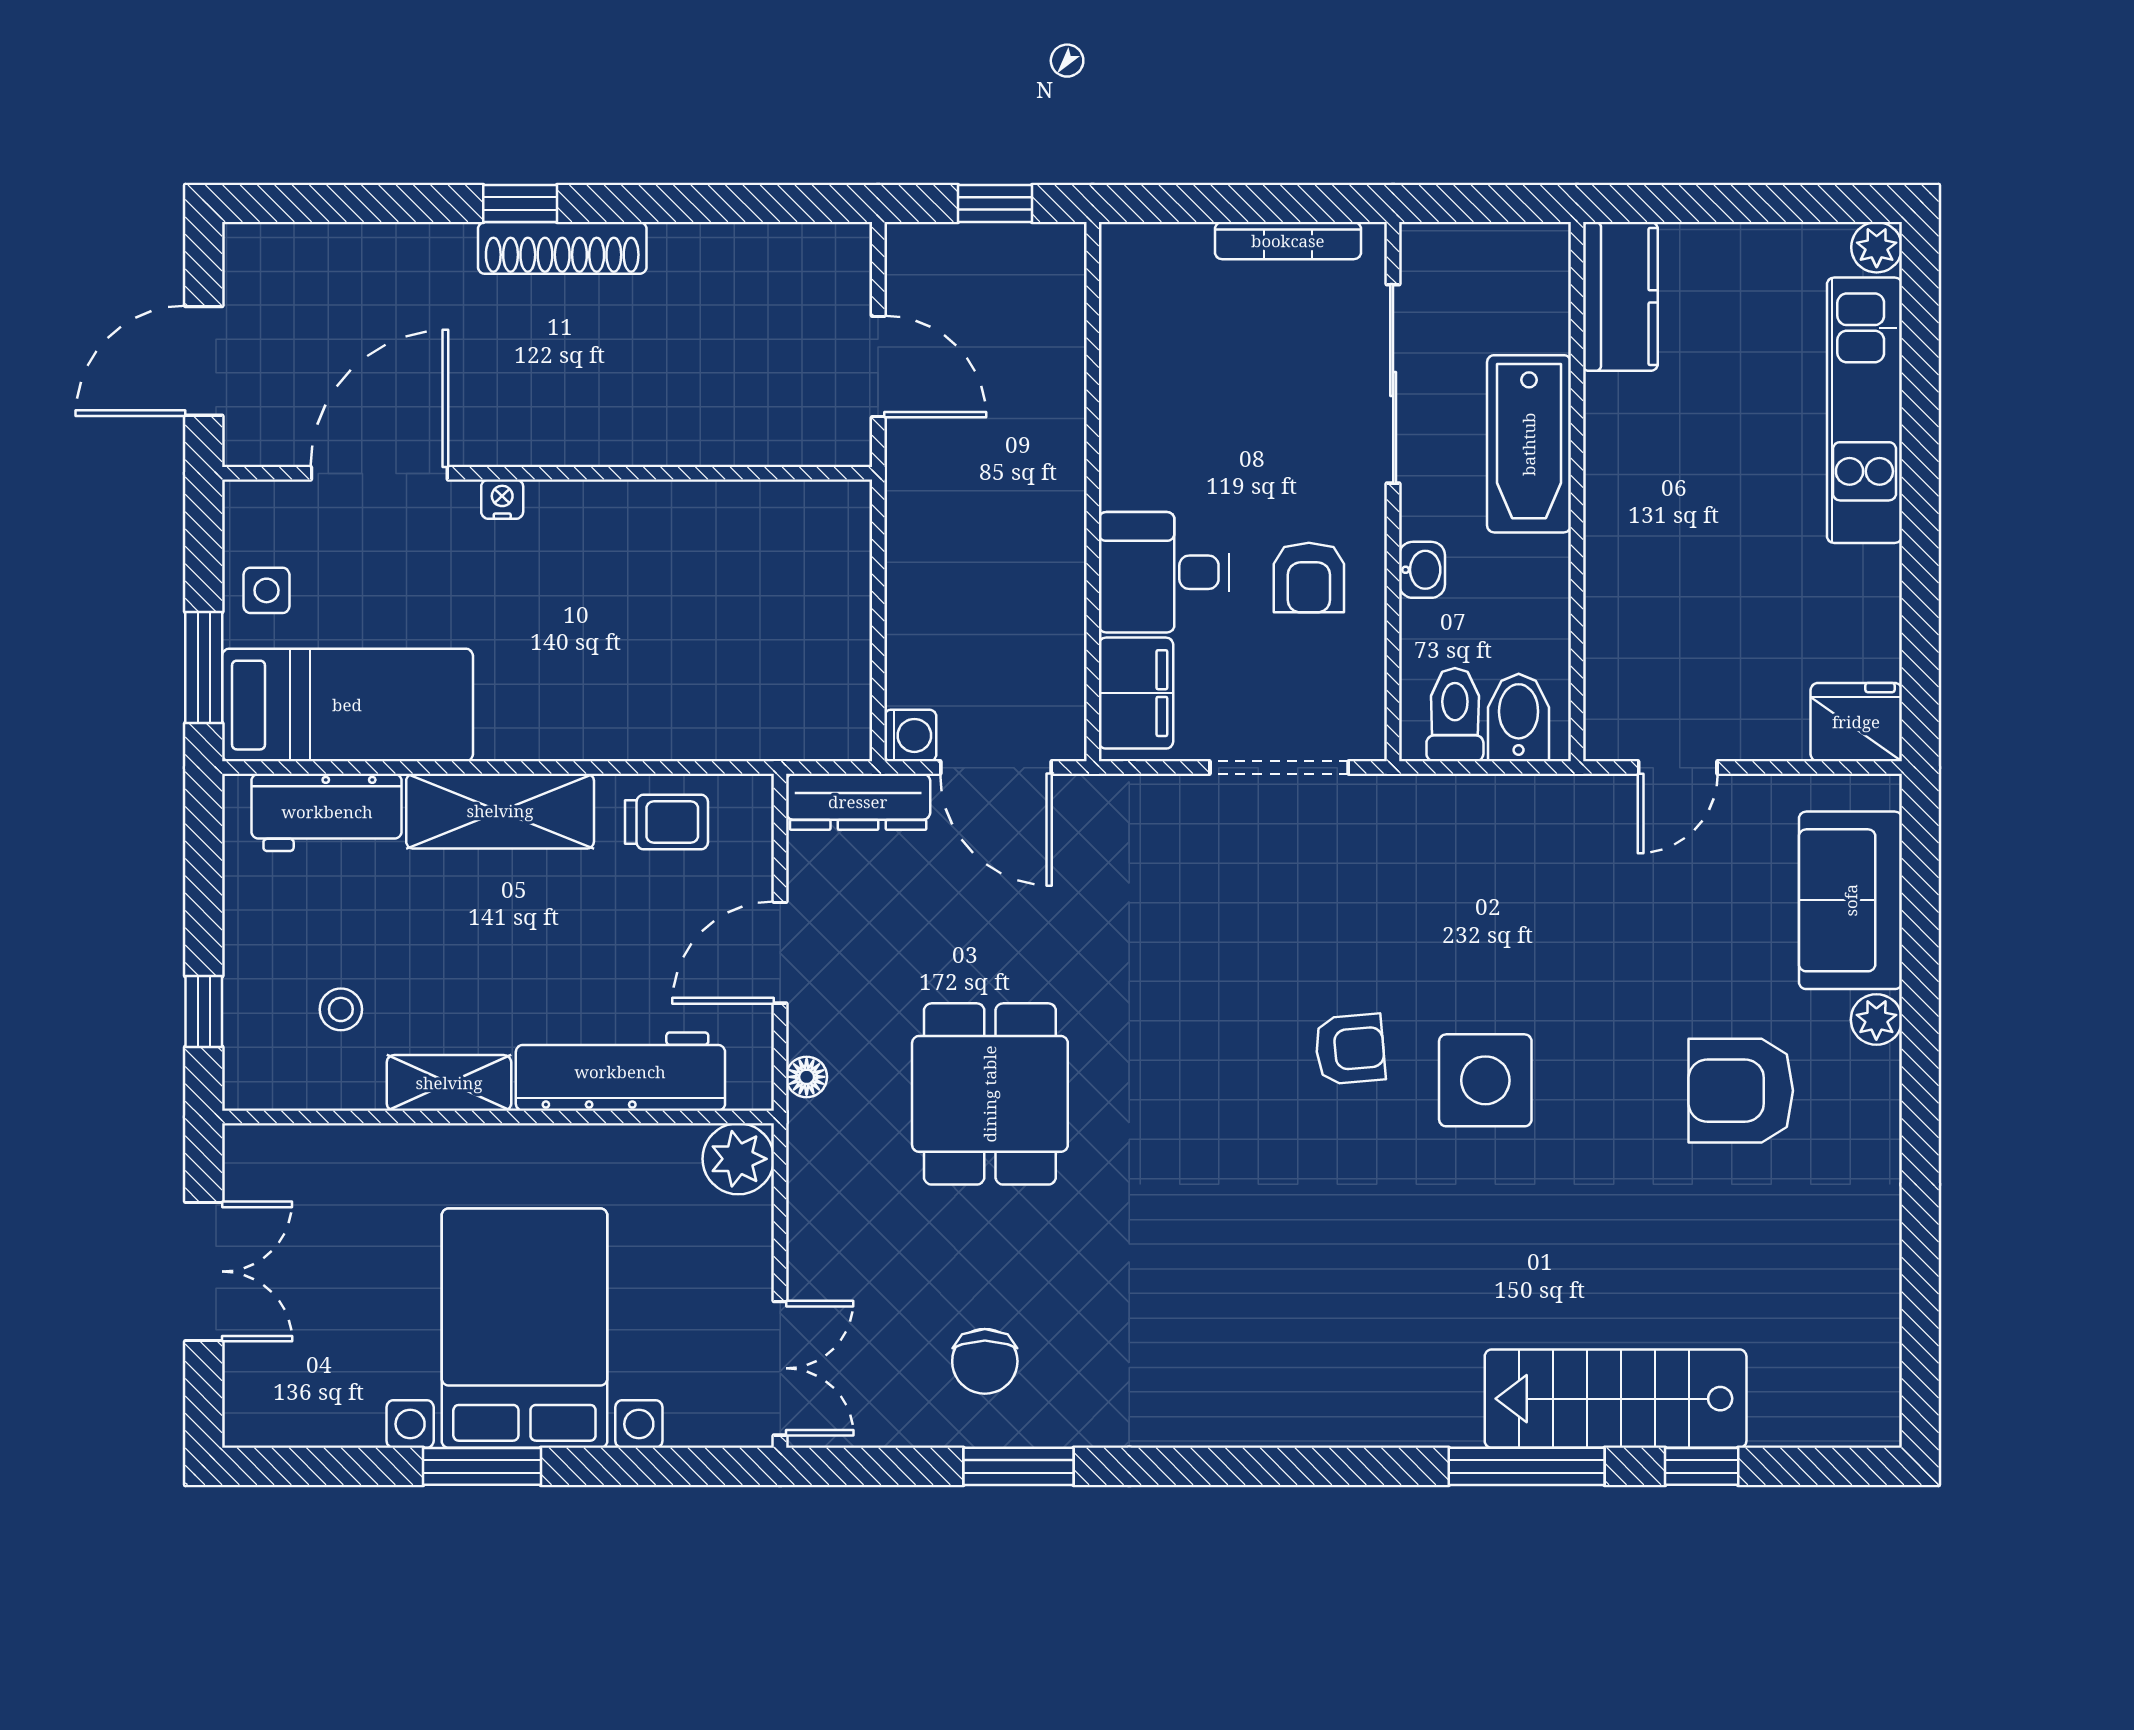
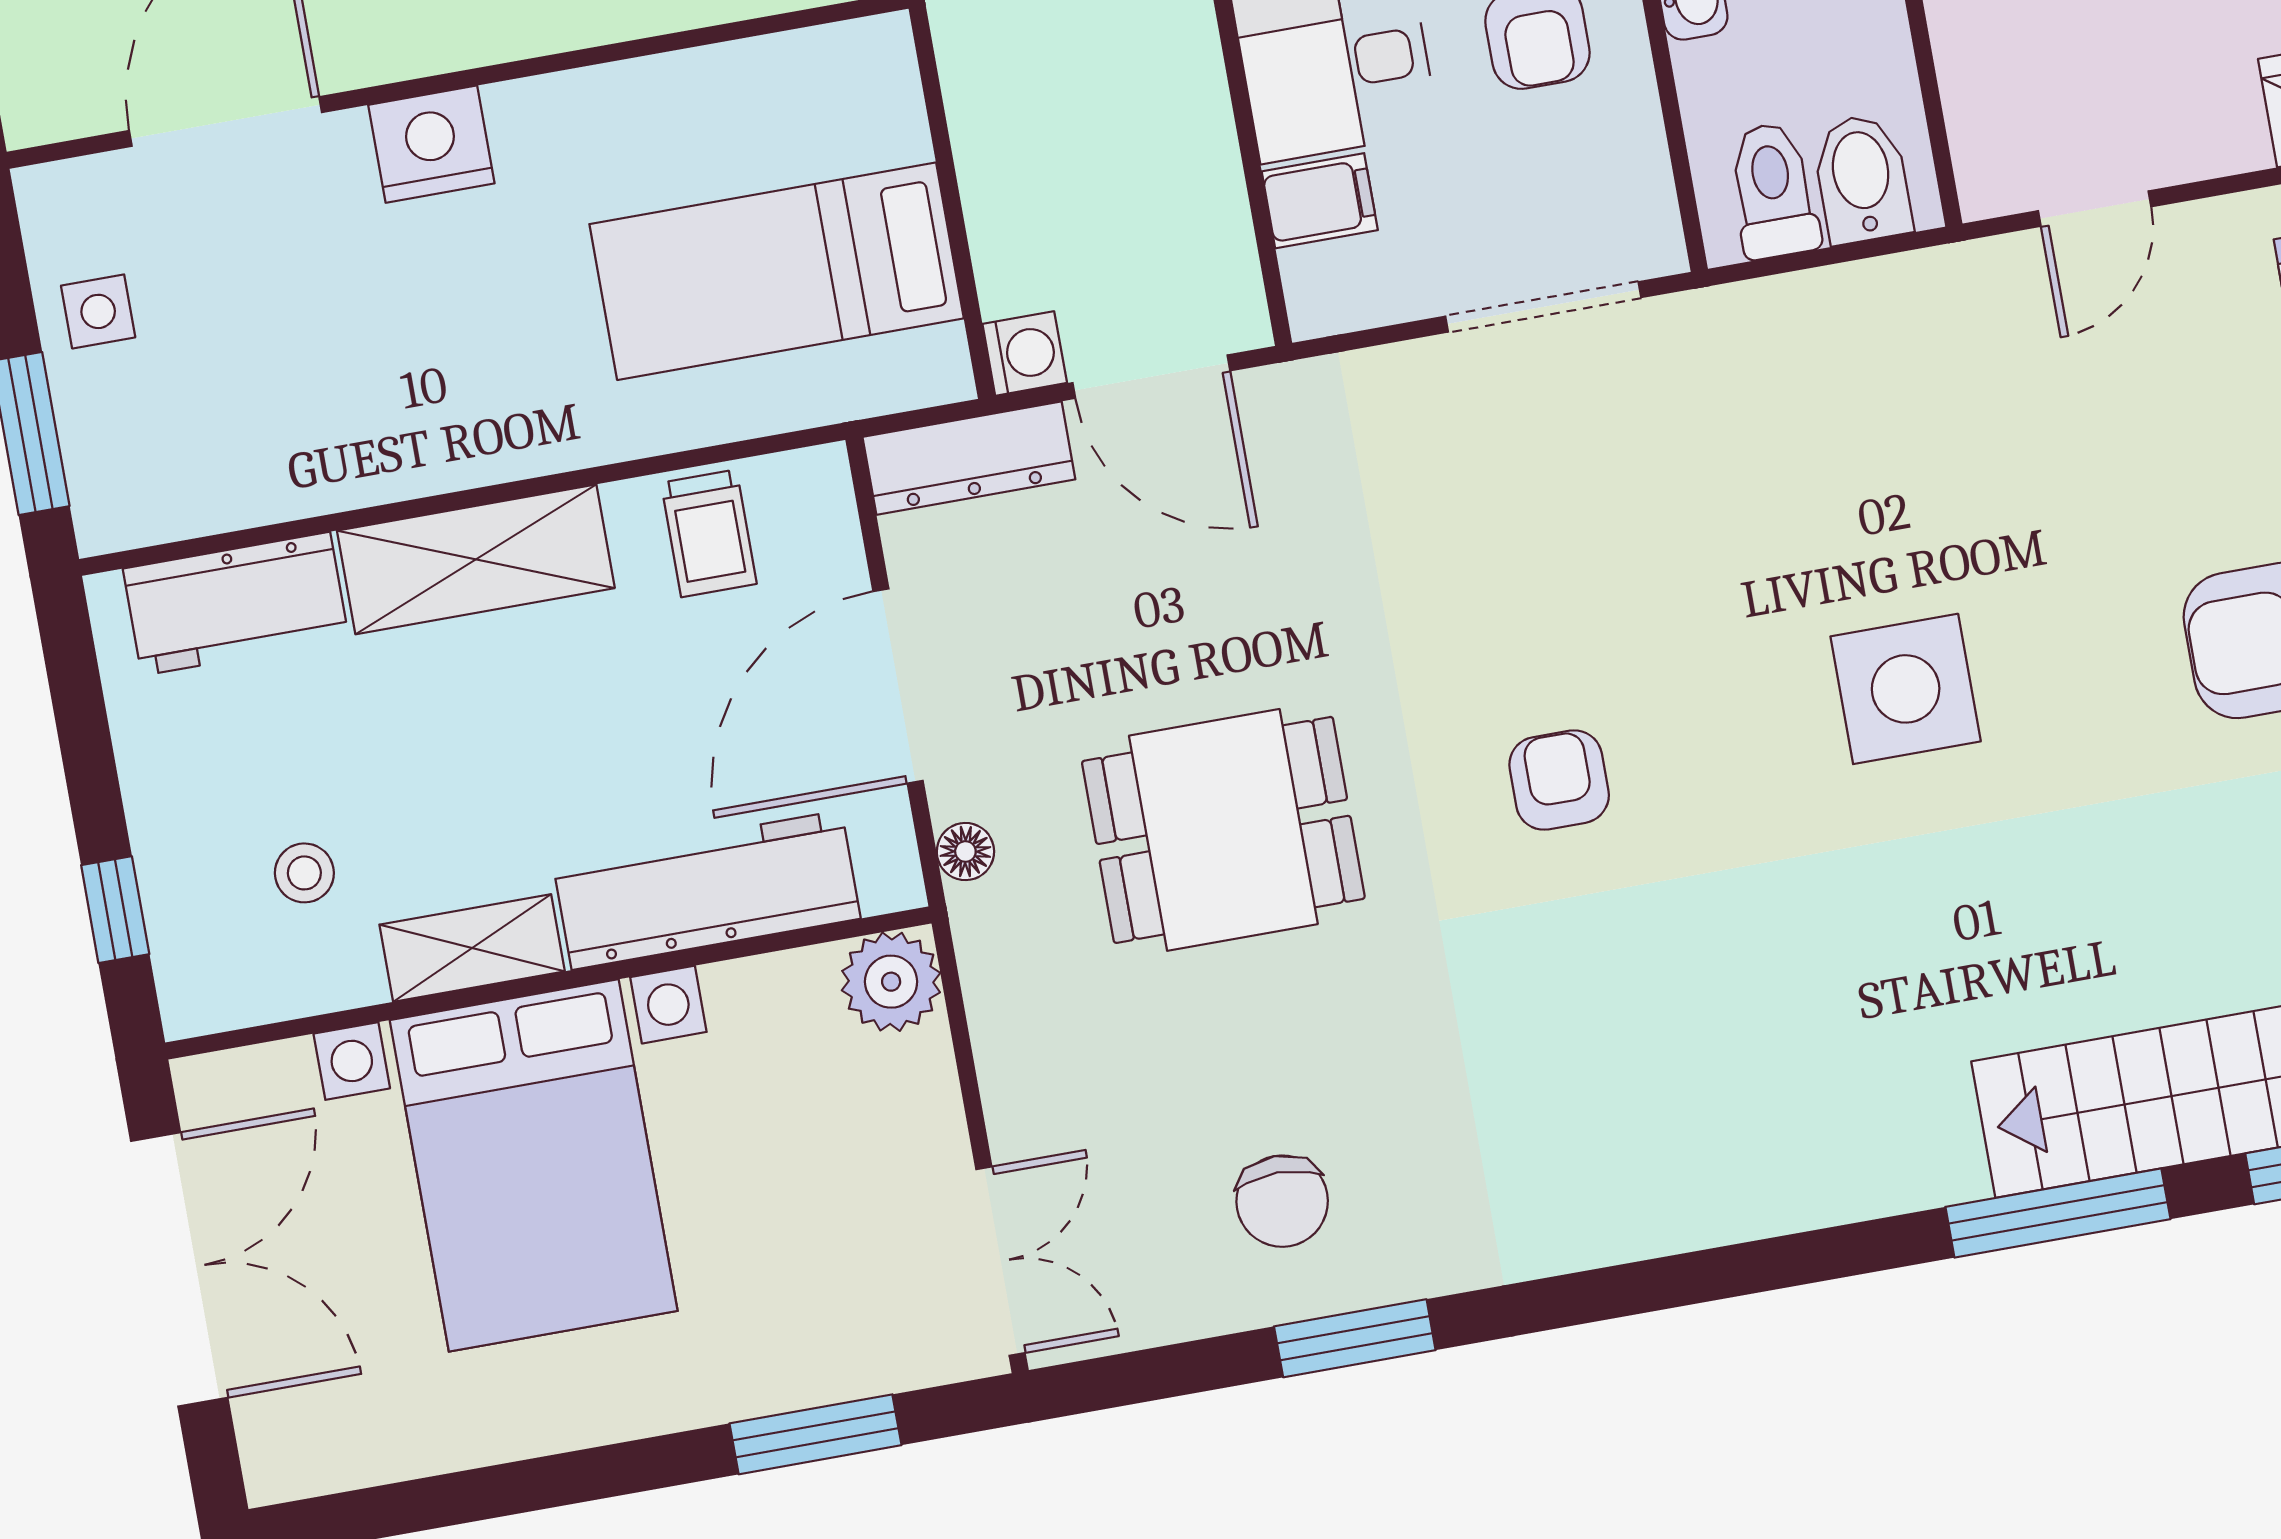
nightstand: (502, 499) -> (431, 144), width x1.89, depth x1.79
filing cabinet: (1136, 693) -> (1320, 201), width x0.50
bed: (347, 705) -> (777, 271), moved, turned 180
trolley: (666, 822) -> (709, 533), turned 90
door: (780, 953) -> (898, 686), width x1.36
armchair: (1350, 1049) -> (1559, 780), moved, turned -85
dining table: (990, 1094) -> (1223, 830), turned 90
double door: (204, 1271) -> (179, 1269), width x1.37
bed with nightstands: (524, 1328) -> (534, 1165), moved, turned 180
window: (482, 1466) -> (816, 1434), moved

